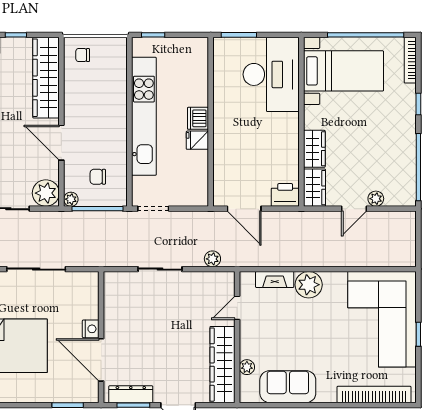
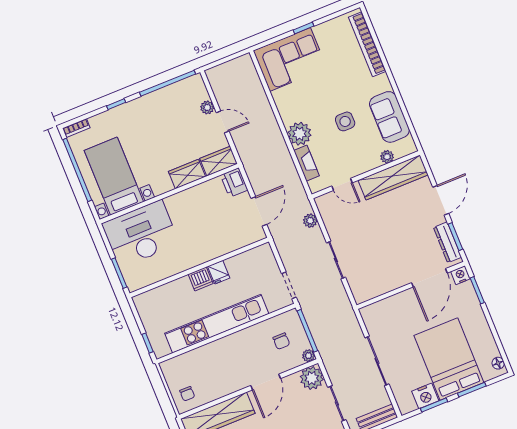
bookcase: (410, 60) -> (76, 128), width x0.64
corner sofa: (382, 319) -> (290, 59), width x0.73, depth x0.74
nightstand: (91, 329) -> (460, 275), moved
side table: (302, 338) -> (345, 121), added

